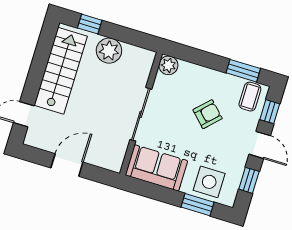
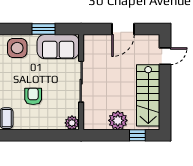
window: (243, 71) -> (17, 135), removed
armchair: (208, 114) -> (33, 96), turned 135
window: (198, 205) -> (43, 29), moved

